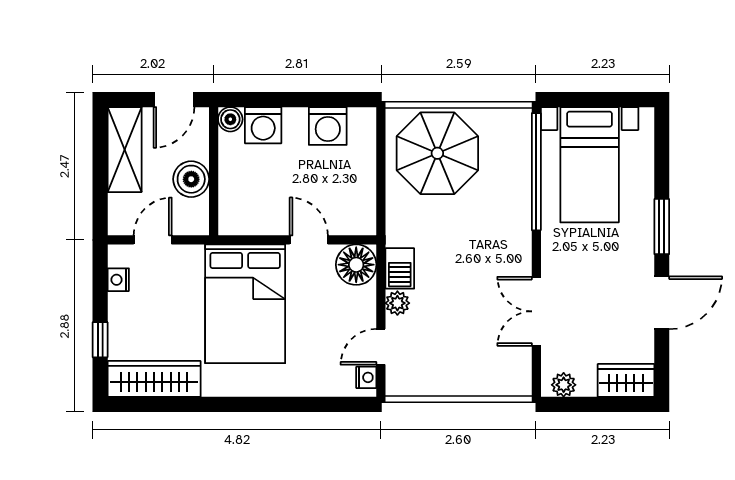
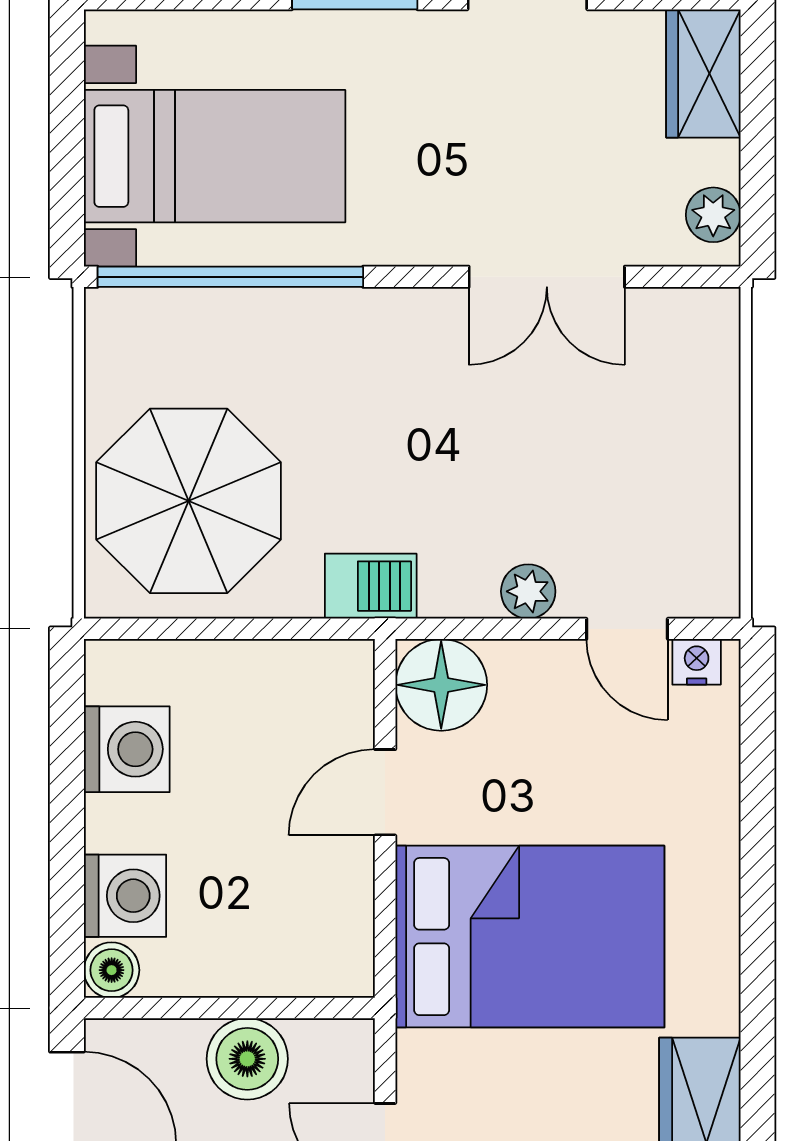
barbecue: (400, 268) -> (371, 586), moved

